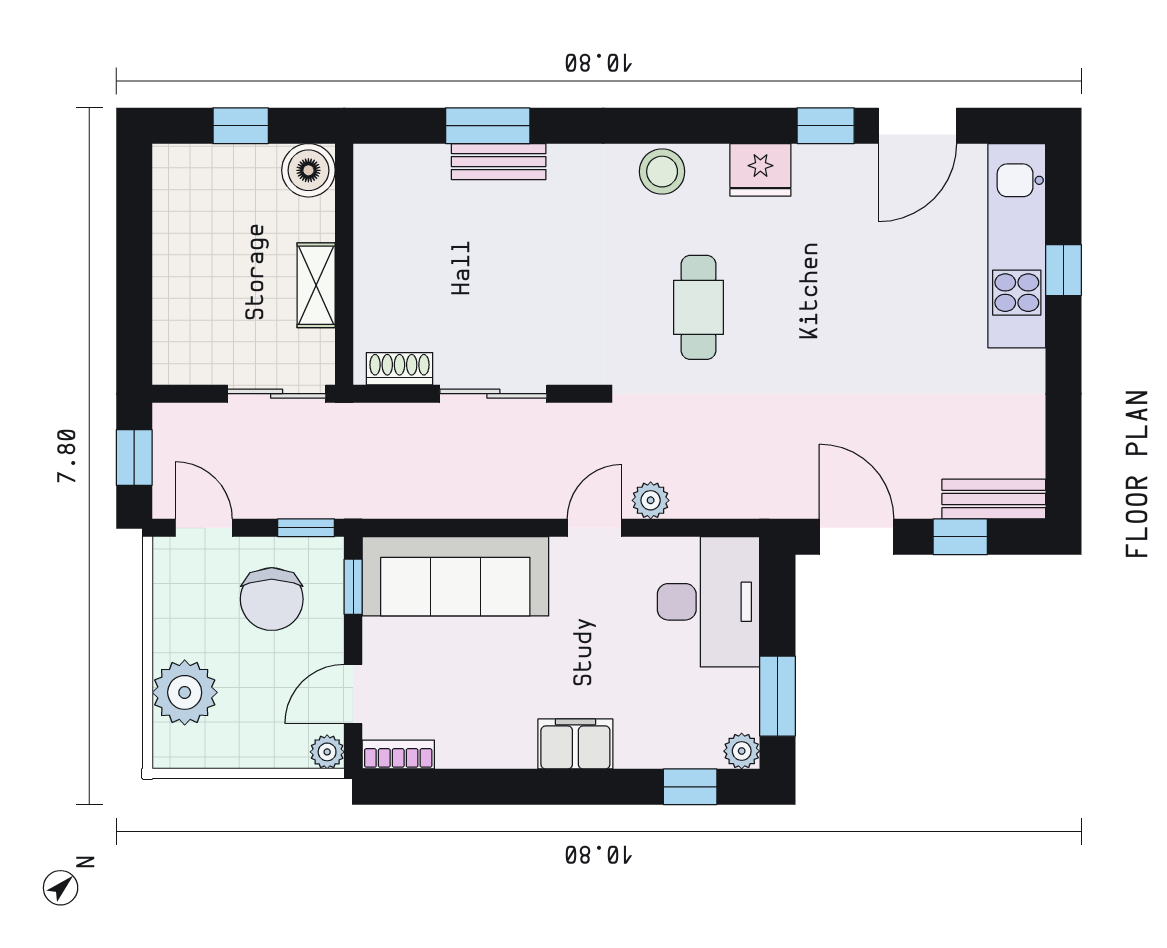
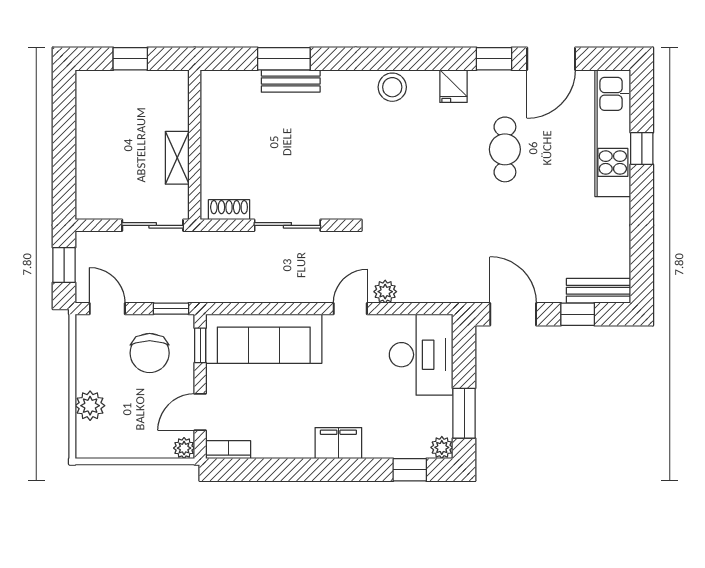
boiler: (308, 170) -> (172, 86), removed
fridge: (760, 170) -> (453, 86), width x0.72
cafe table: (699, 307) -> (505, 149), moved
plant: (185, 692) -> (90, 406), width x0.73, depth x0.73

